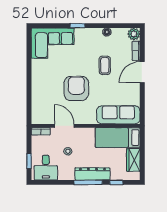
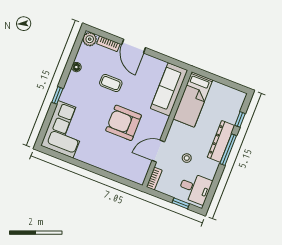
wardrobe: (133, 160) -> (223, 92), removed

